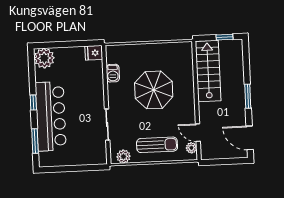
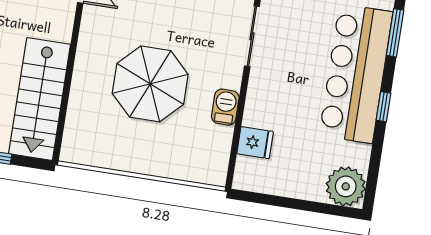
fridge: (94, 53) -> (255, 143), moved
barbecue: (113, 73) -> (225, 107), moved

